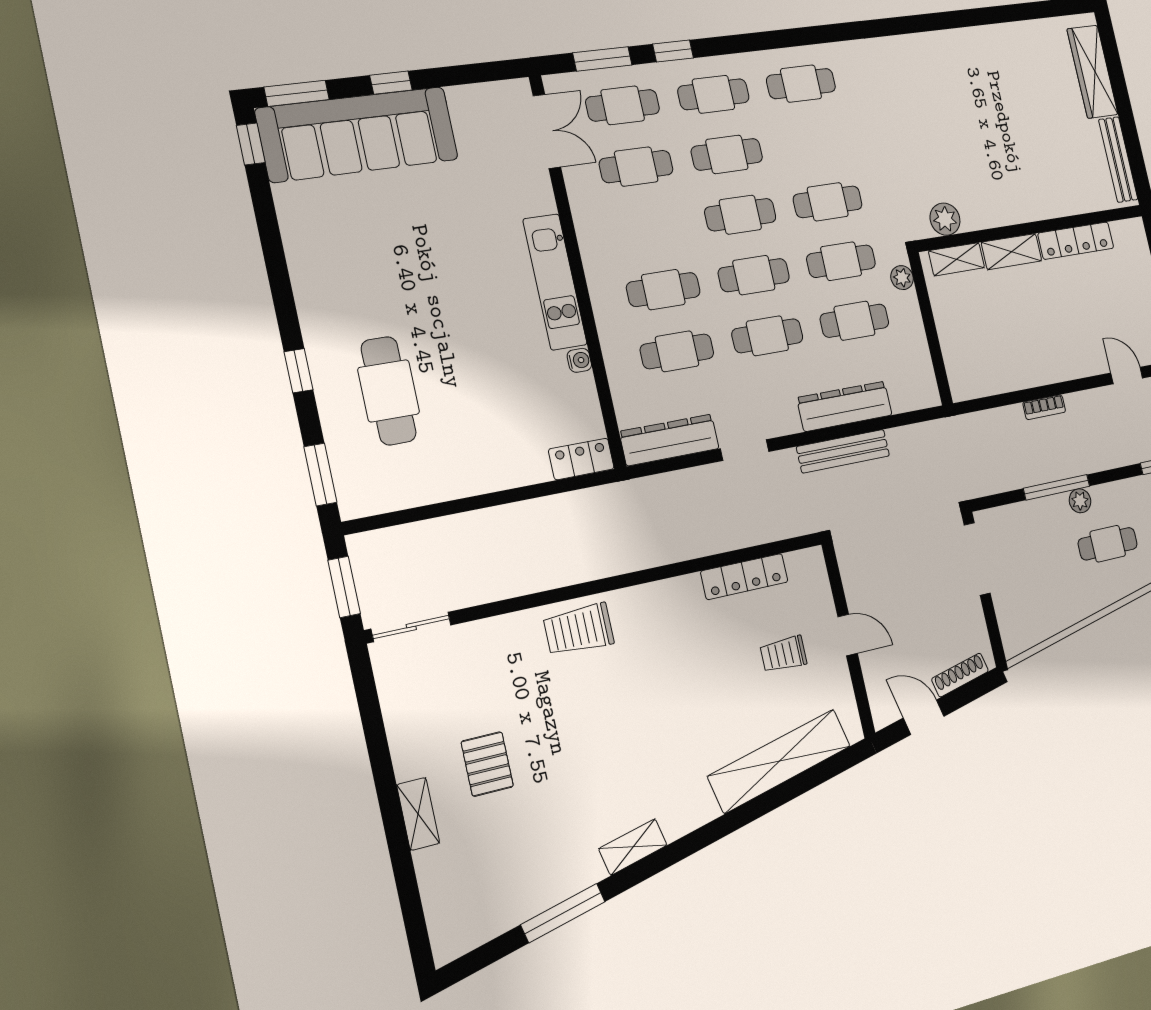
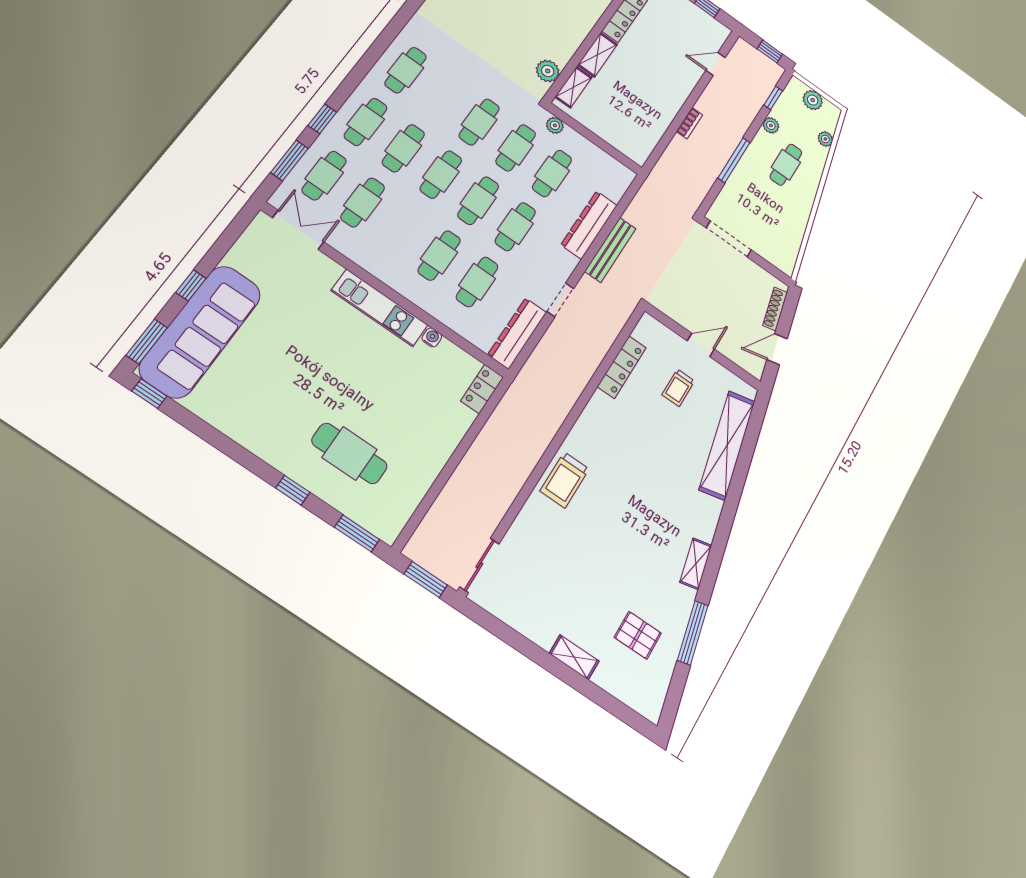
plant: (1080, 501) -> (771, 125), moved
pallet: (487, 764) -> (638, 635), moved

